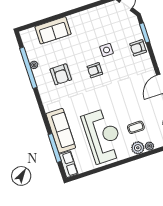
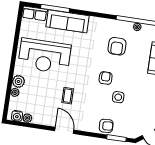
armchair: (138, 48) -> (106, 126), turned 86
armchair: (61, 74) -> (117, 46), turned -90
coffee table: (136, 127) -> (68, 96), moved

